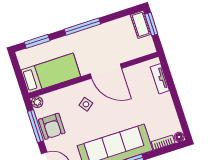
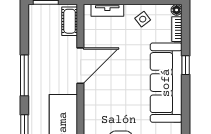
cot: (141, 24) -> (70, 21), moved, turned 90
side table: (86, 104) -> (143, 19), moved

